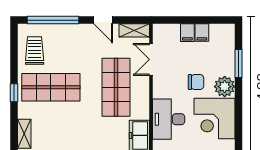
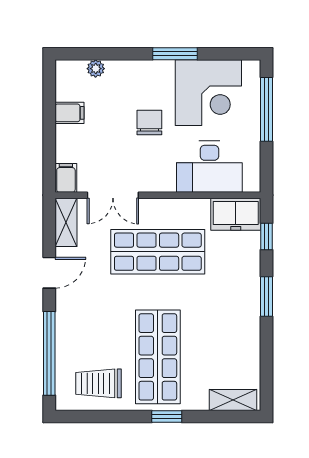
filing cabinet: (187, 33) -> (66, 178), moved, turned -90
window: (239, 64) -> (175, 54), moved
plant: (225, 87) -> (96, 69), moved, width x0.53, depth x0.53

